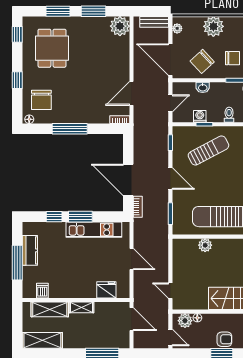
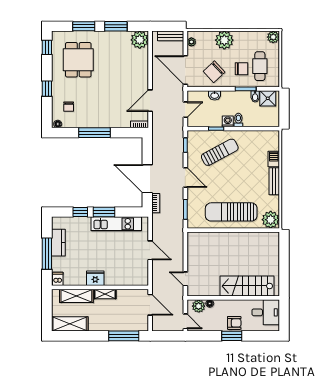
chair: (41, 100) -> (69, 107), width x0.54, depth x0.54
washing machine: (200, 116) -> (228, 121), moved
plant: (205, 245) -> (217, 238), removed
fridge: (106, 290) -> (95, 278), moved
dishwasher: (42, 291) -> (58, 279), moved

